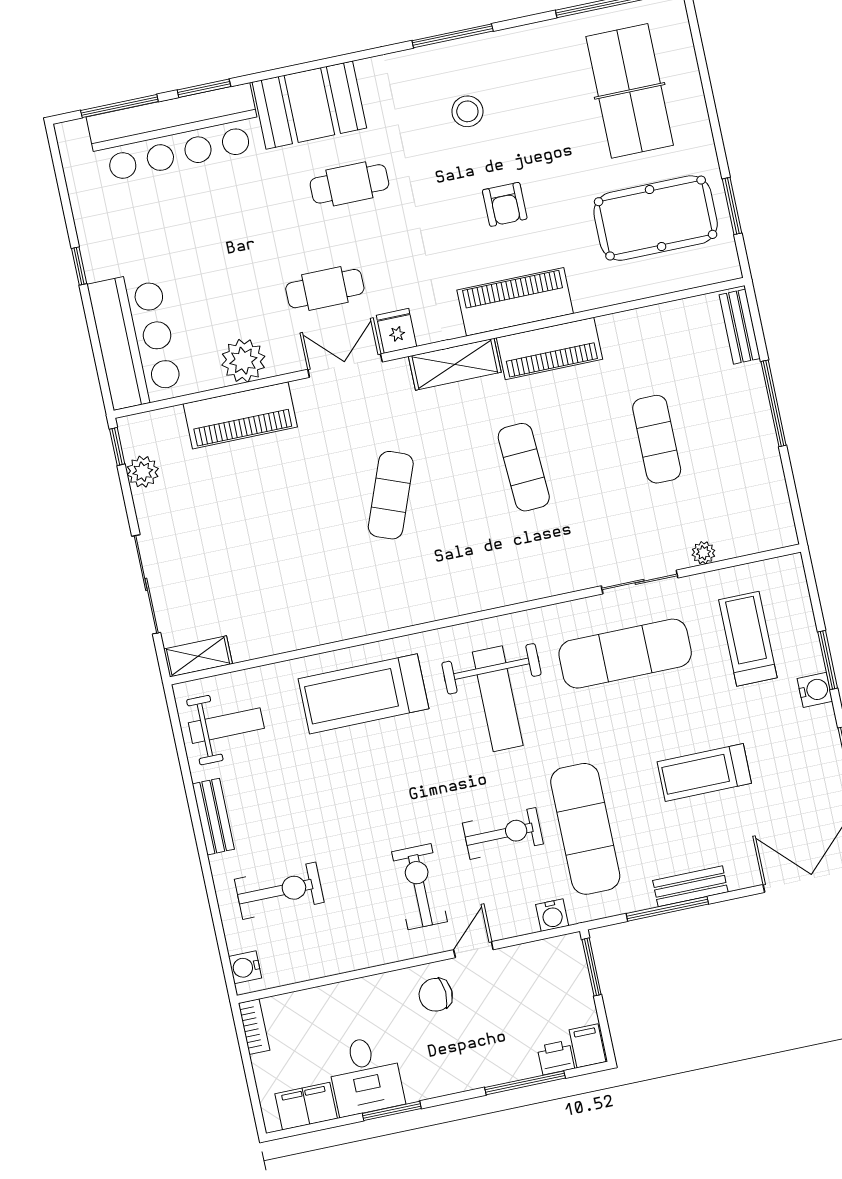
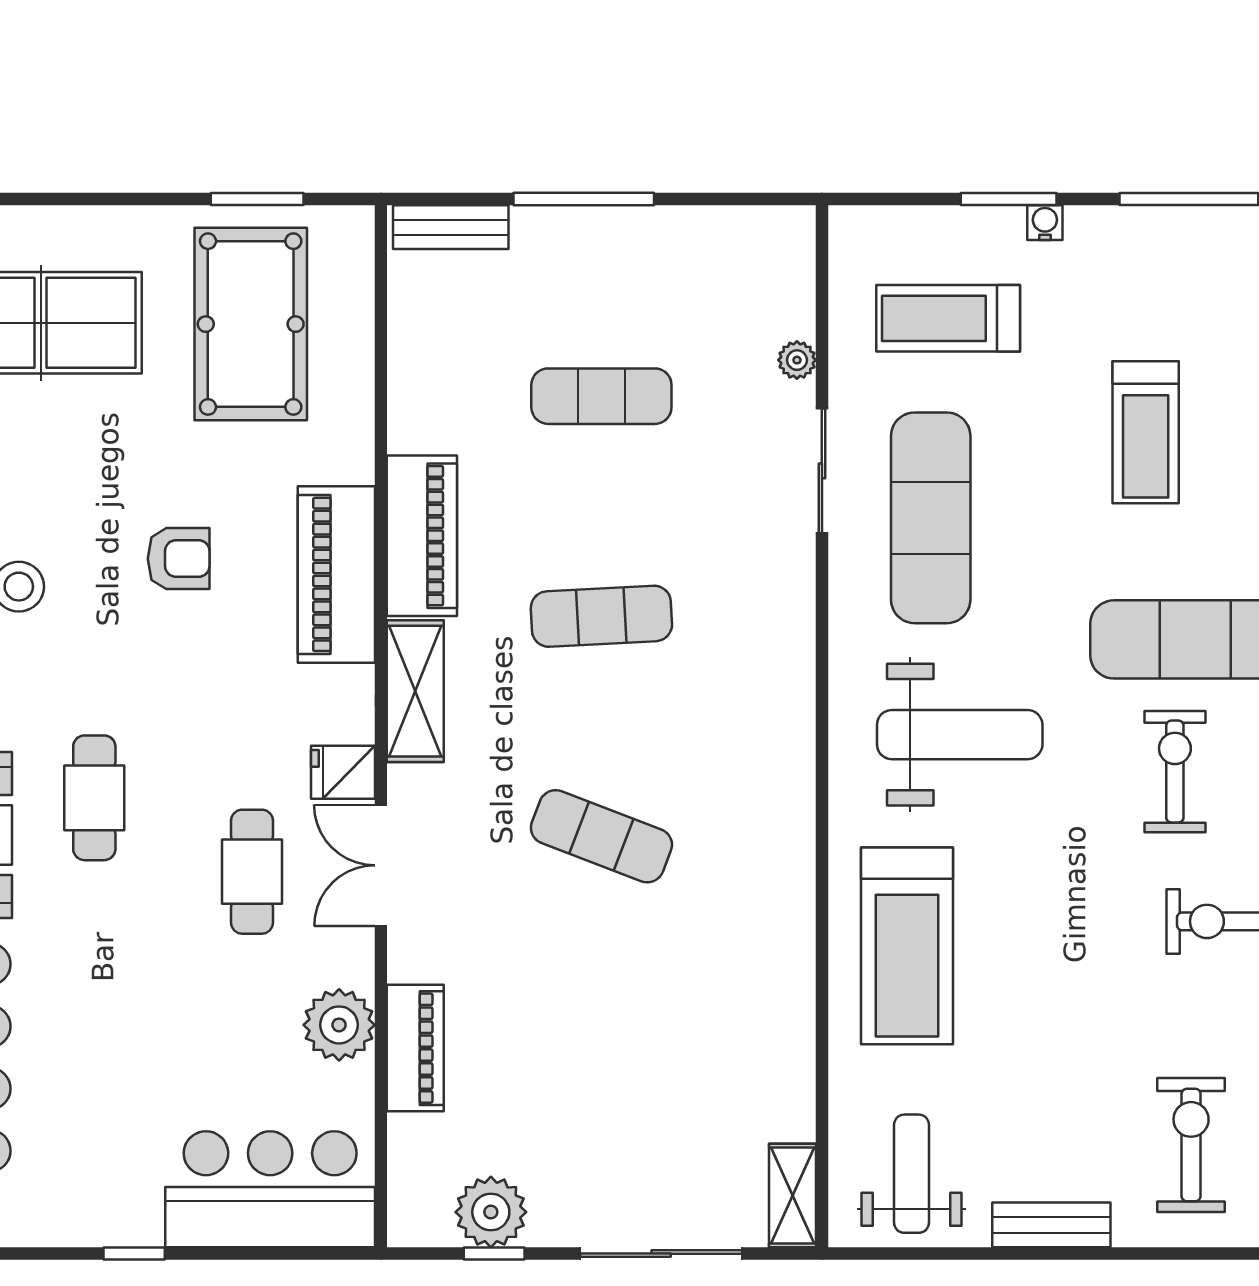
piano: (240, 415) -> (415, 1048), width x0.73, depth x0.75
window: (117, 447) -> (494, 1254), moved
plant: (143, 472) -> (491, 1212), width x1.36, depth x1.36
water cooler: (815, 690) -> (1045, 223), width x0.72, depth x0.72

